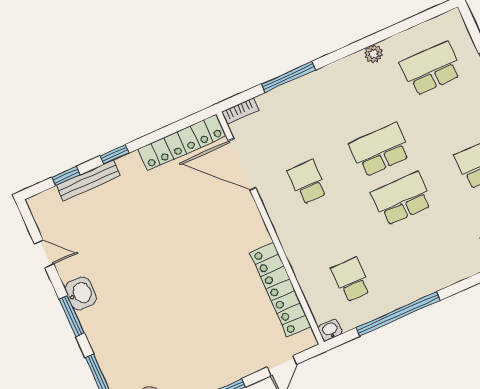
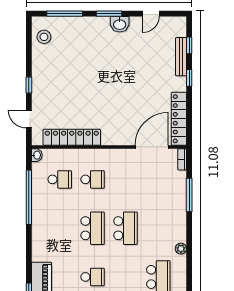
school desk: (308, 182) -> (93, 179), moved

